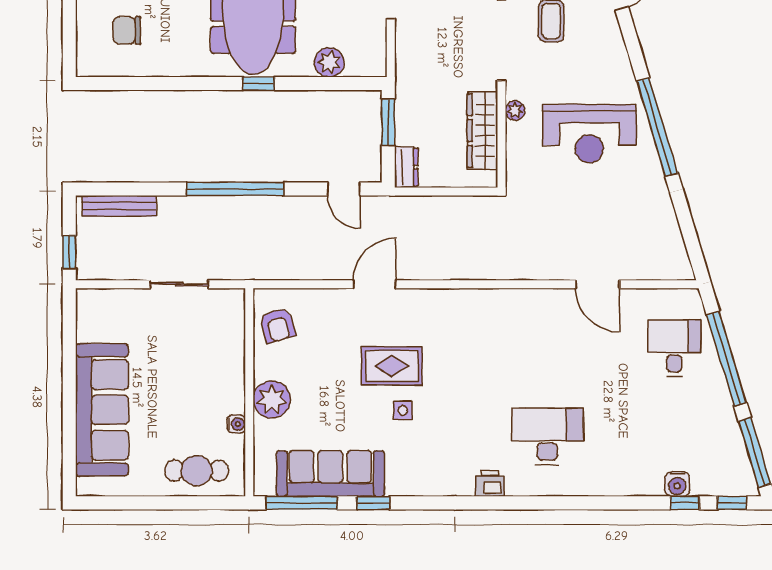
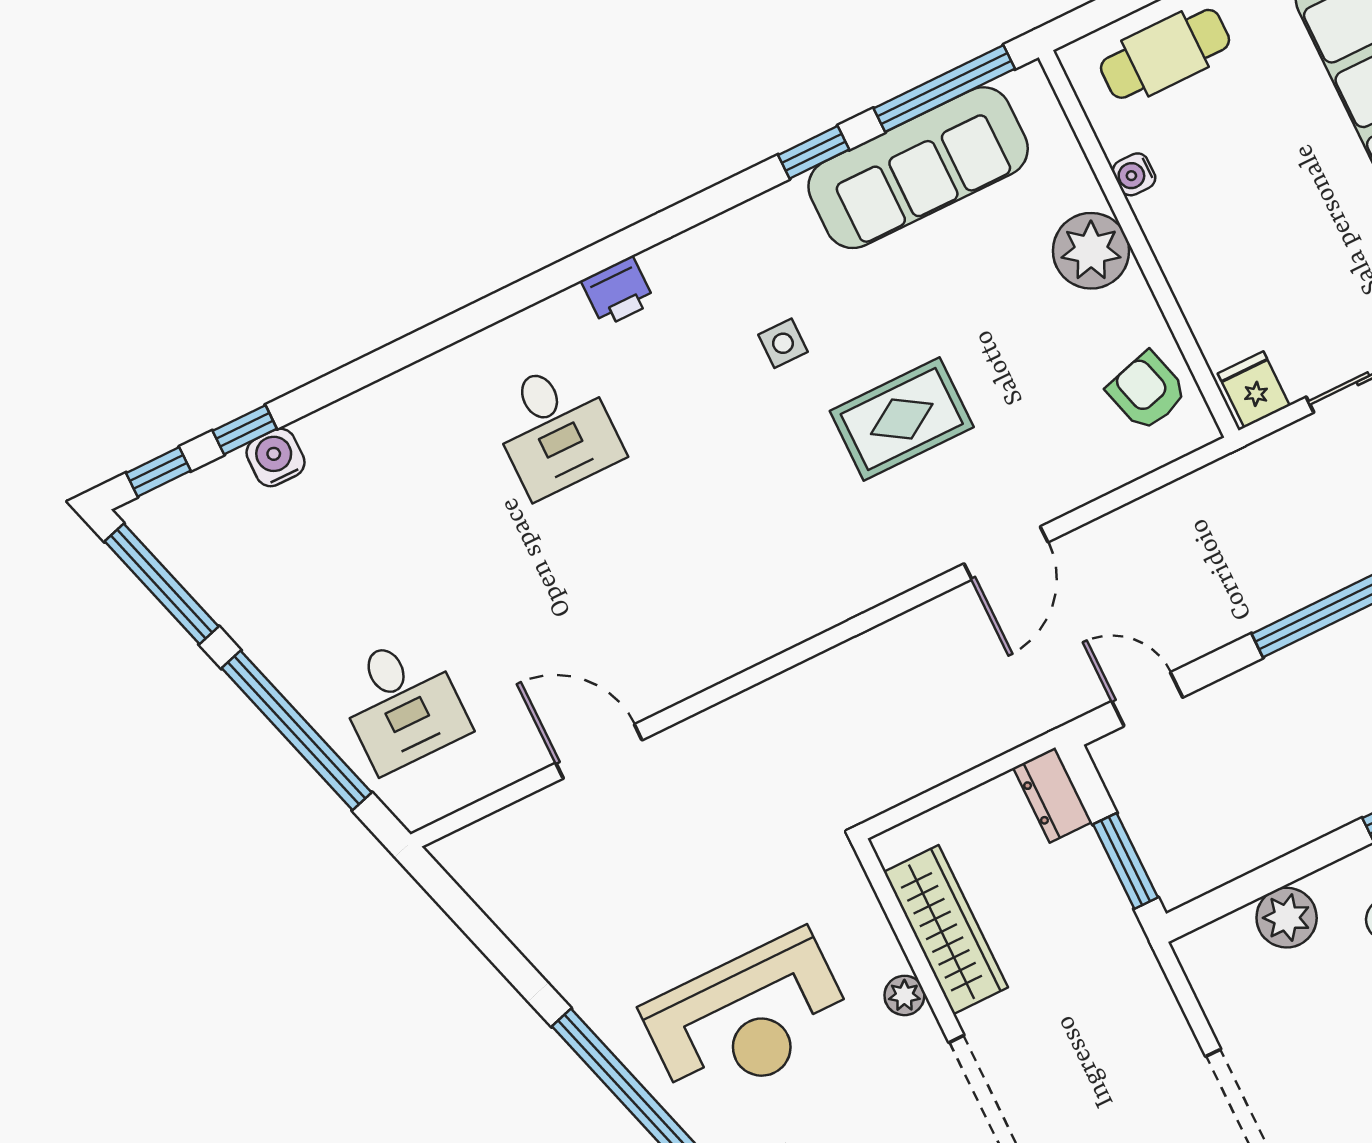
reception desk: (589, 134) -> (748, 1019), turned 180
fridge: (230, 303) -> (1254, 390), added
side table: (403, 410) -> (783, 343), moved
desk: (547, 436) -> (555, 429), width x0.73

